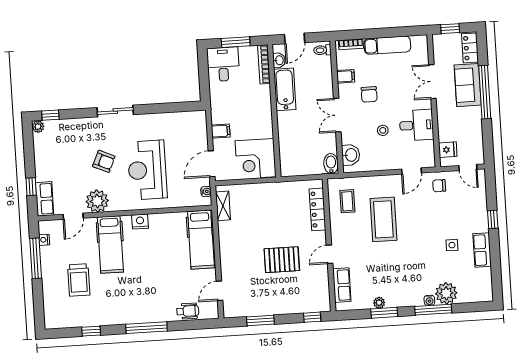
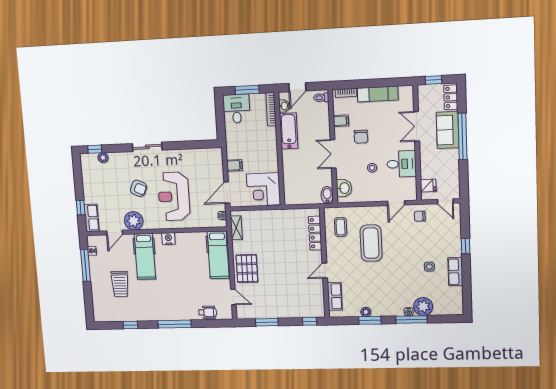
plant: (38, 127) -> (103, 158), moved
pallet: (282, 260) -> (247, 268), moved, turned 90
door: (220, 291) -> (233, 297), swing flipped

